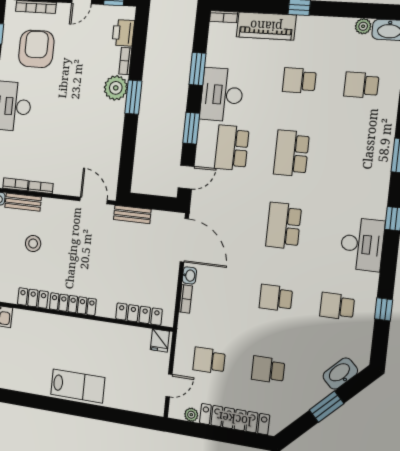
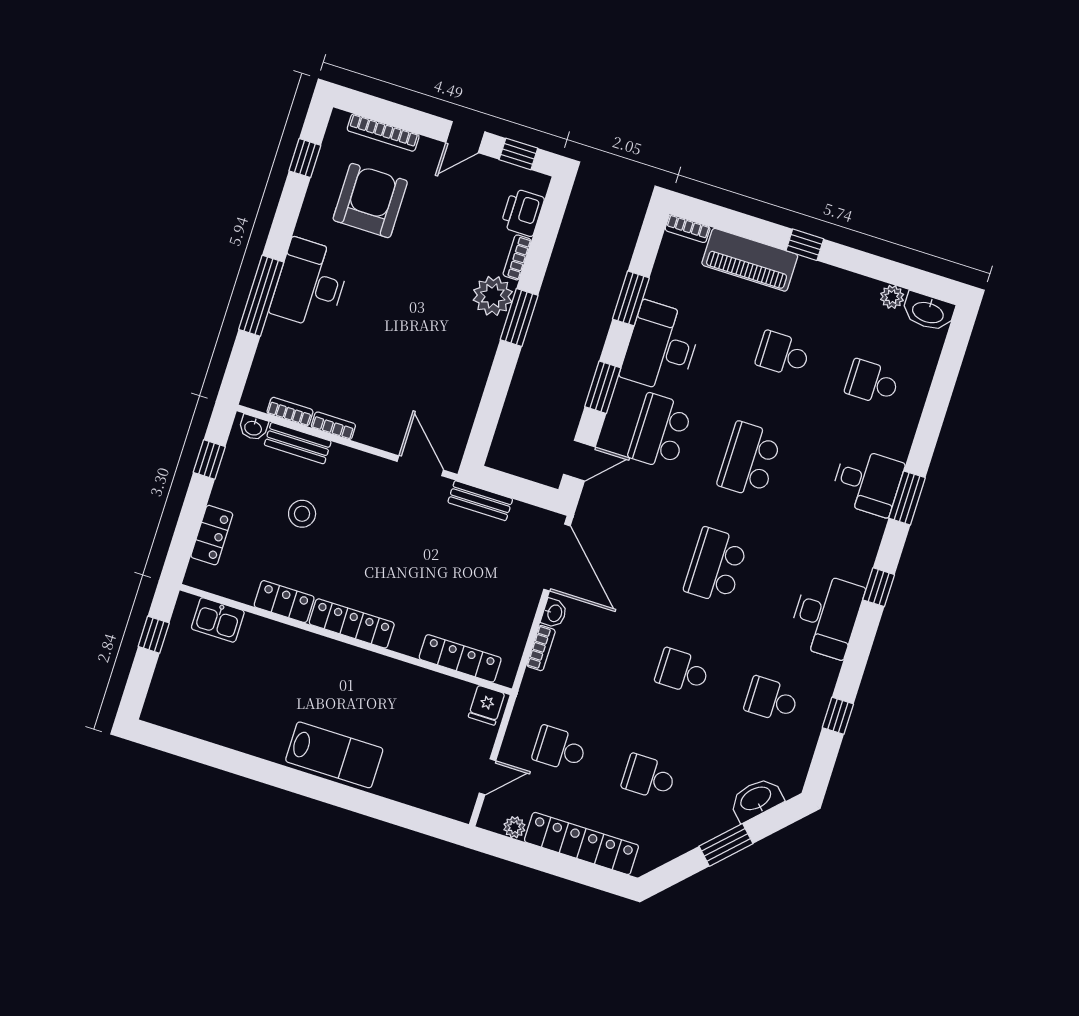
desk: (372, 151) -> (867, 482), added

